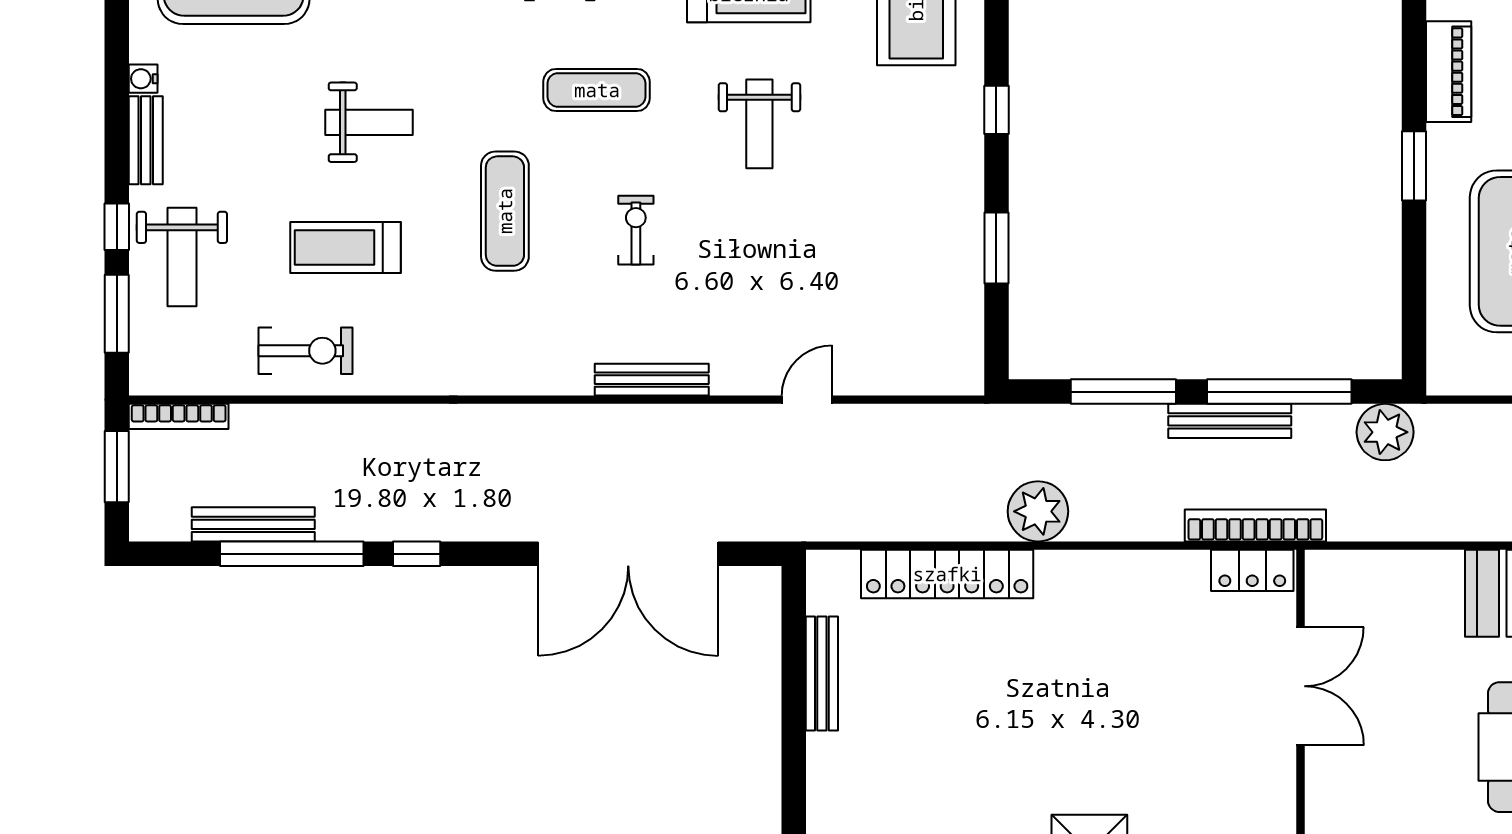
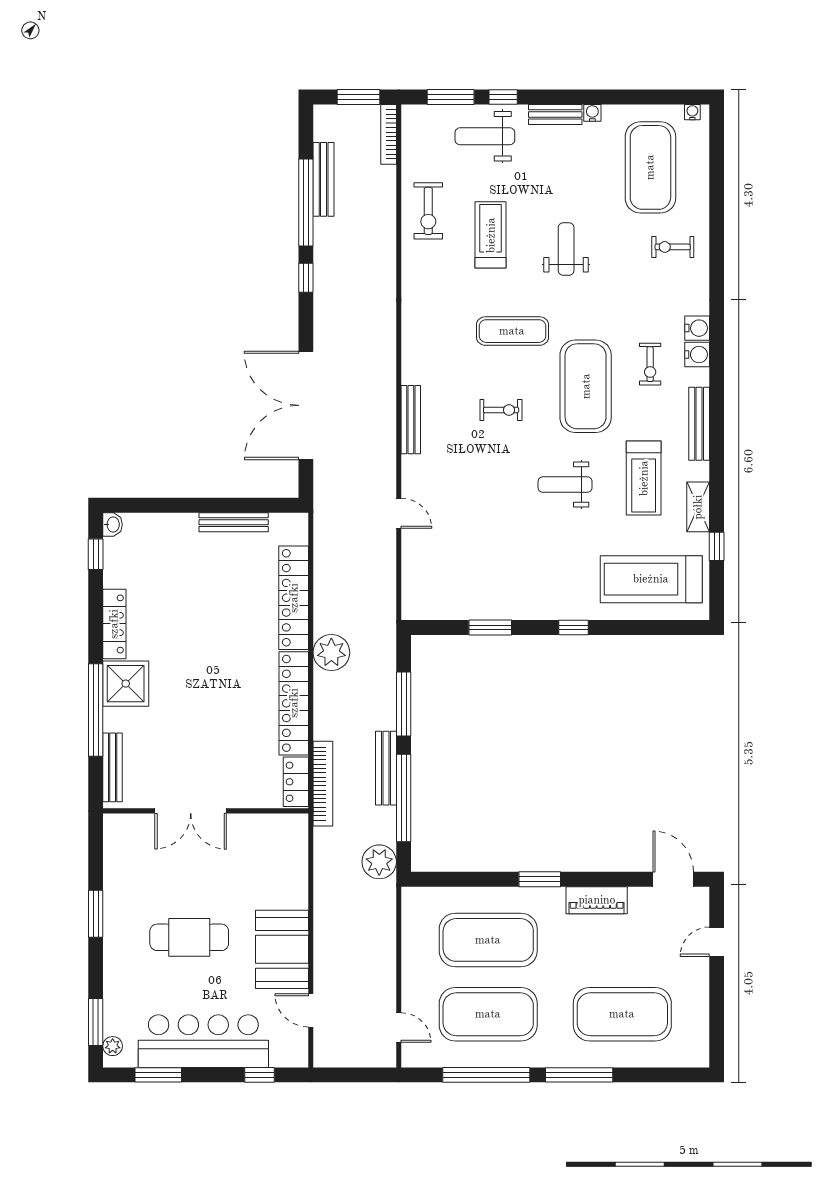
exercise mat: (597, 90) -> (586, 386), width x2.00, depth x1.45
weight bench: (369, 122) -> (566, 249), turned 180
locker: (1122, 574) -> (294, 703), added
double door: (1300, 686) -> (191, 811), moved

